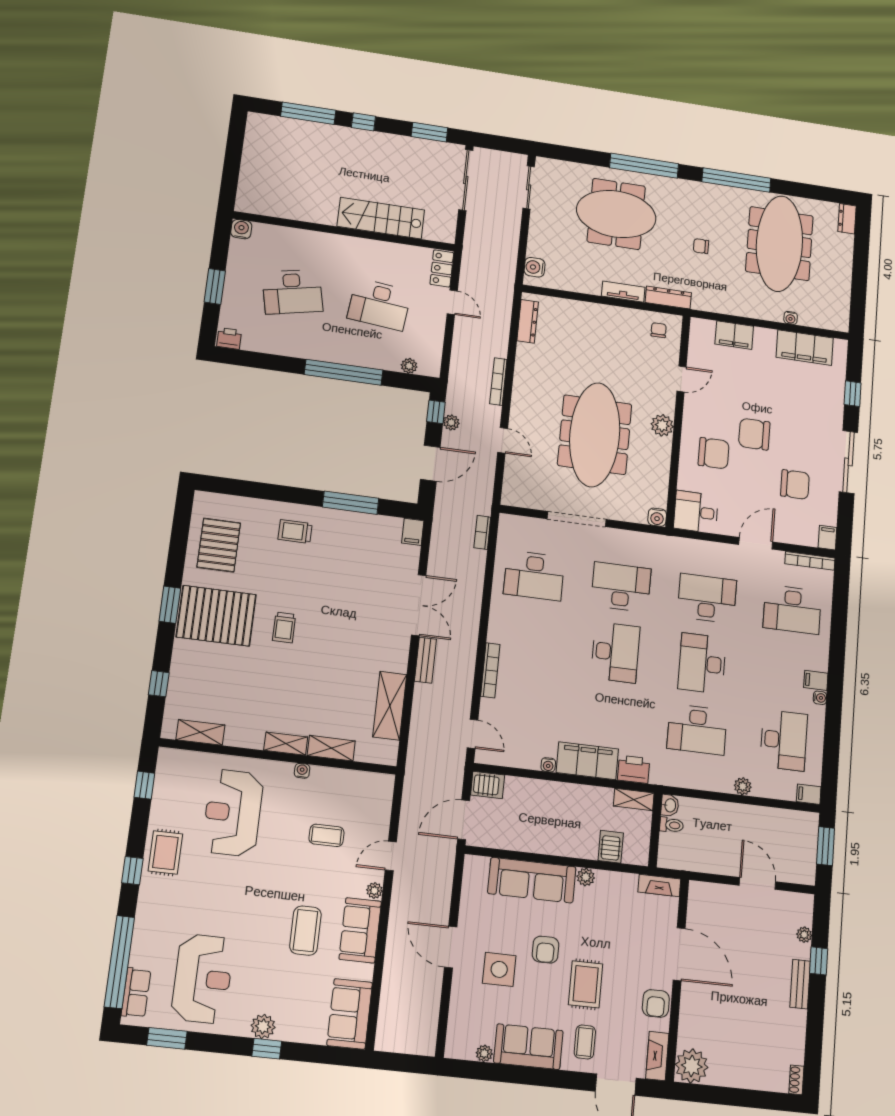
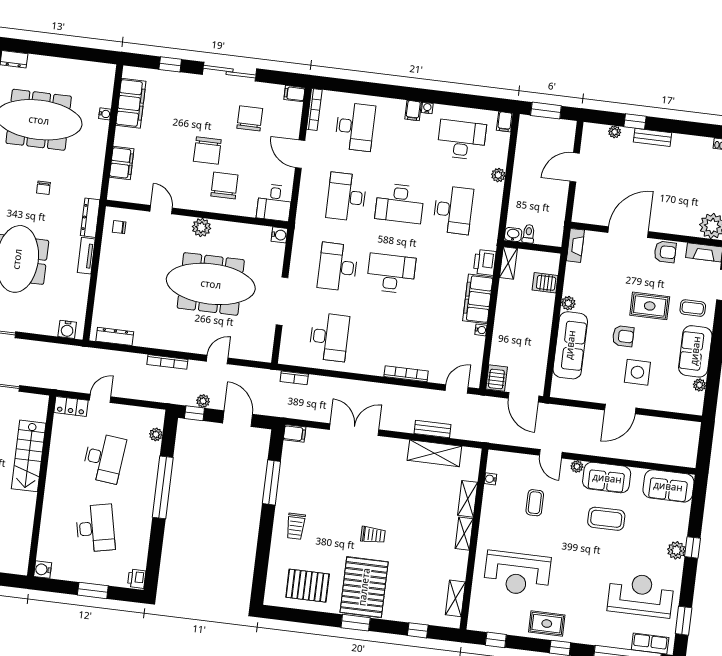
bench: (425, 660) -> (432, 429), moved
water cooler: (302, 771) -> (490, 479), moved

